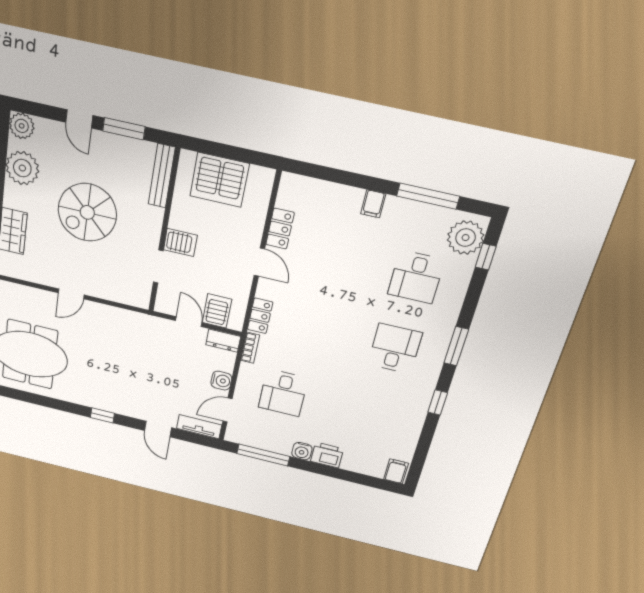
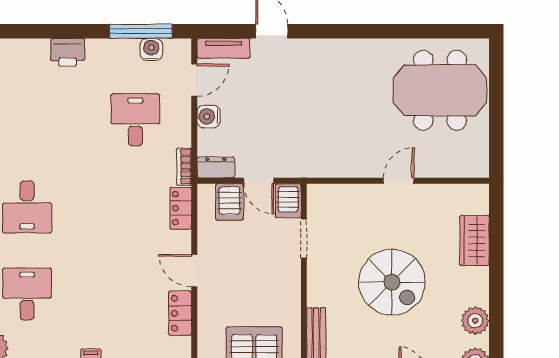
plant: (22, 168) -> (475, 321), width x0.73, depth x0.73
spiral stairs: (87, 212) -> (392, 282), turned 90
server rack: (180, 242) -> (288, 201), moved, turned -90
window: (102, 415) -> (342, 31), removed
water cooler: (302, 451) -> (151, 49), moved

